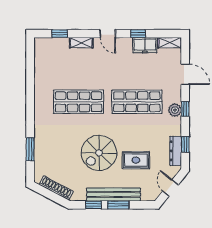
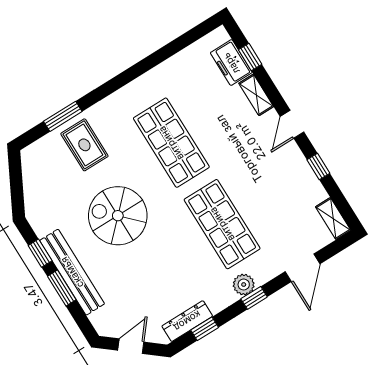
freezer: (145, 45) -> (231, 63), moved
rug: (136, 160) -> (84, 145), moved
shoe rack: (56, 188) -> (31, 186), removed

